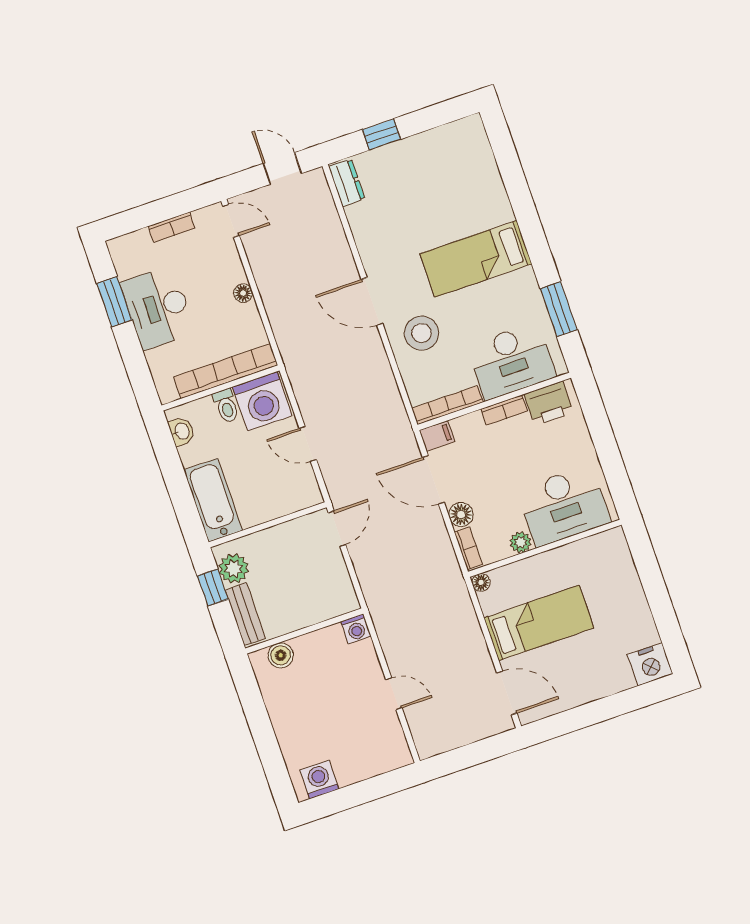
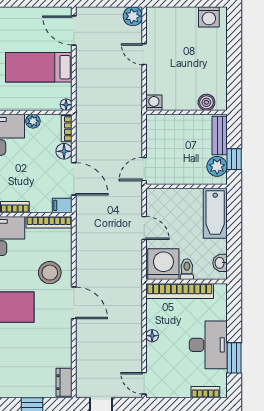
bookcase: (172, 227) -> (205, 392), moved
plant: (429, 743) -> (133, 16), added

